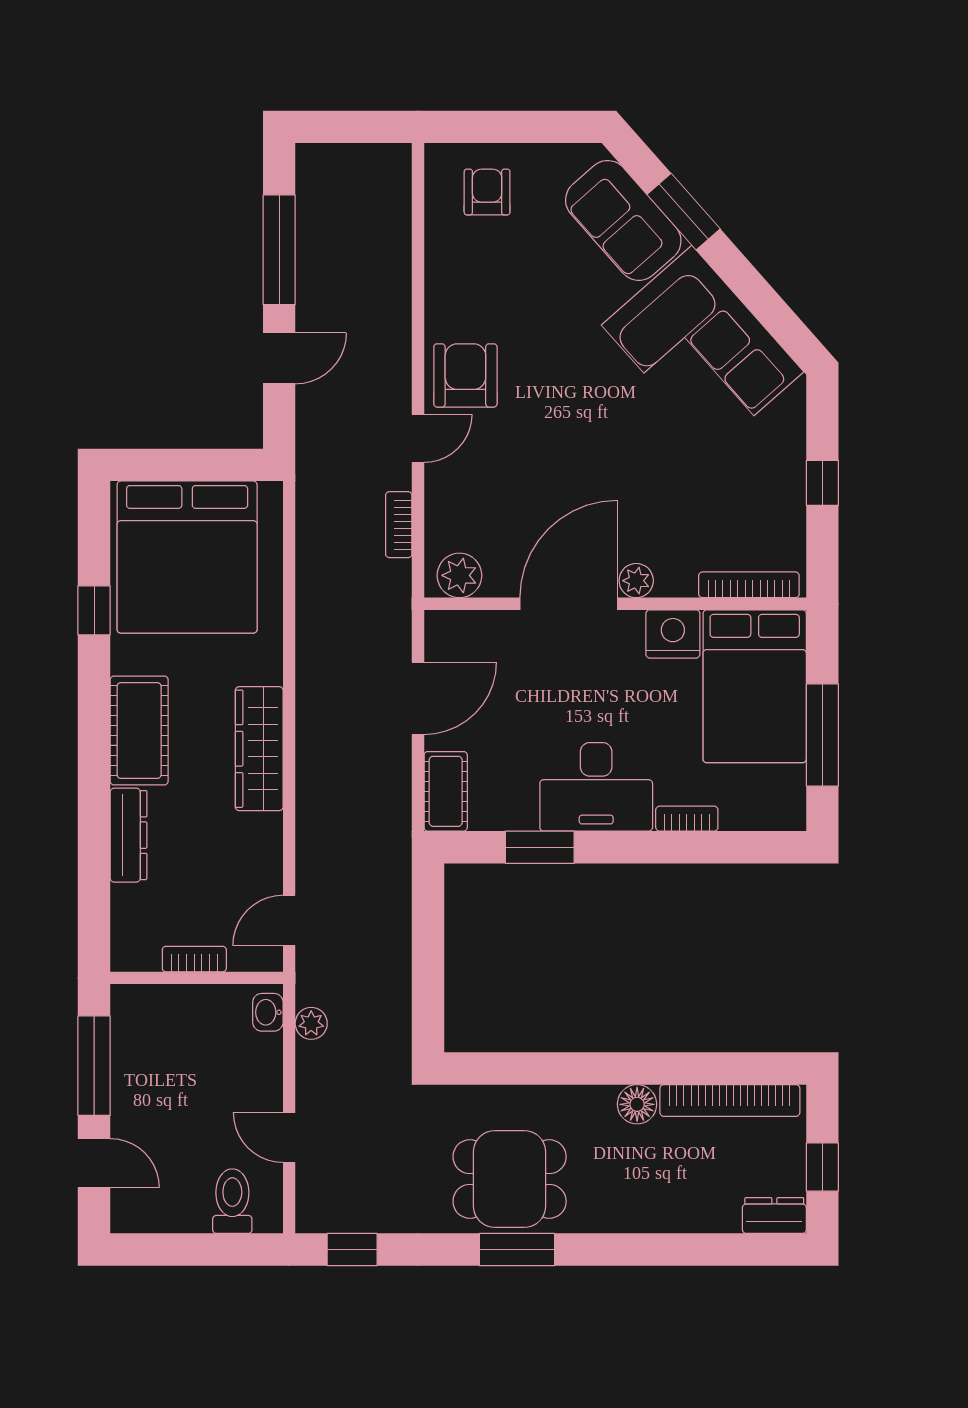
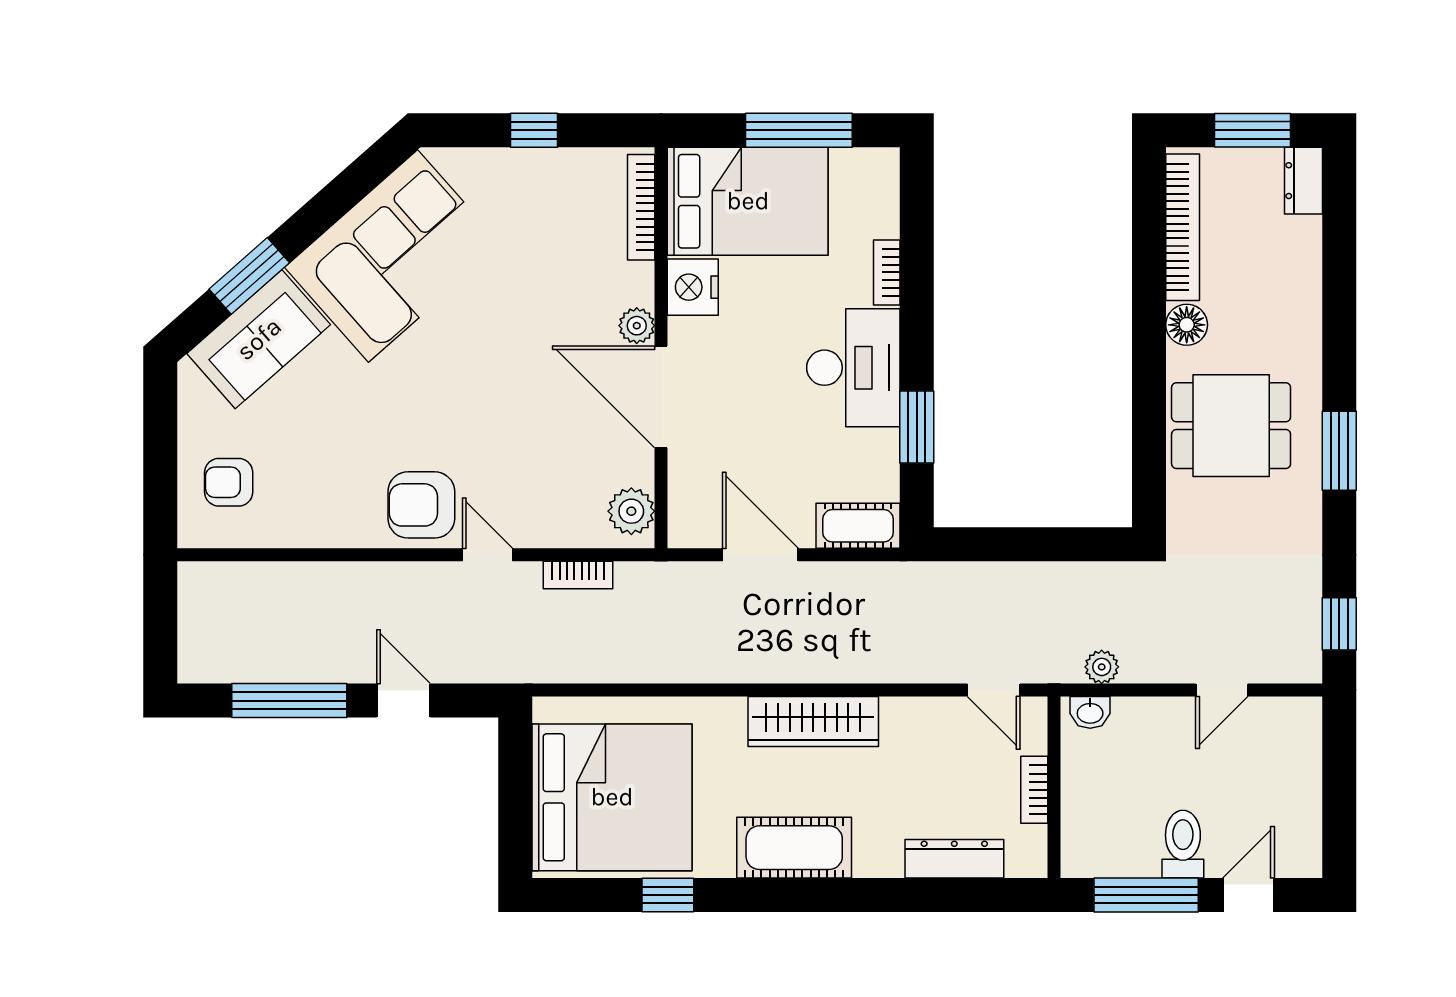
dresser: (129, 835) -> (954, 859), moved
window: (822, 1167) -> (1253, 130), width x1.50
dining table: (510, 1179) -> (1231, 426), moved, turned 90
toilet: (232, 1201) -> (1183, 844), moved, turned 90

